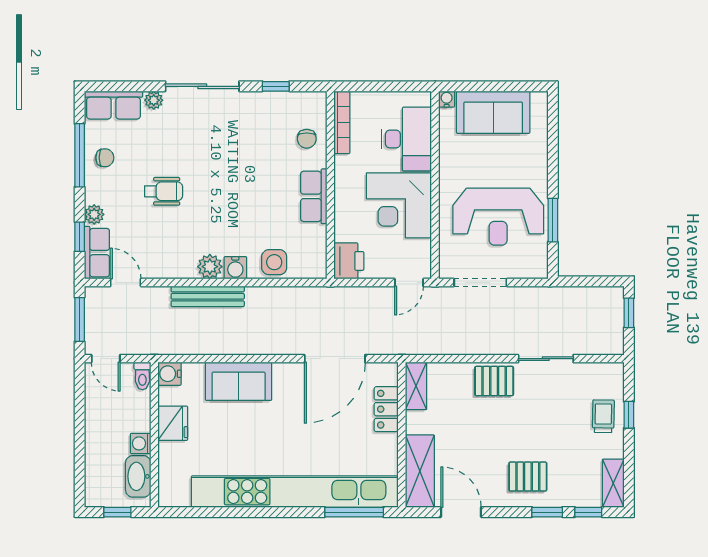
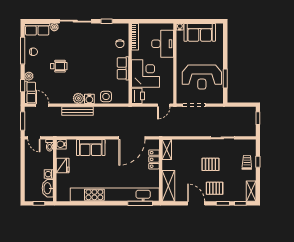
corner desk: (399, 205) -> (146, 74), moved, turned 180
pallet: (494, 381) -> (210, 164), moved
door: (461, 512) -> (196, 203), moved

